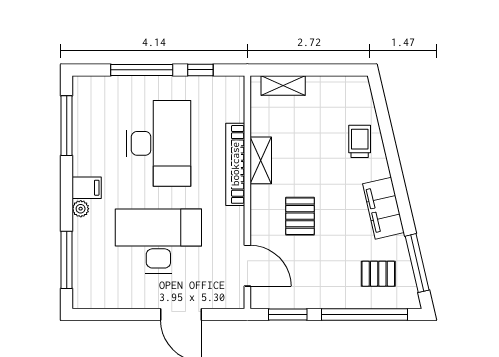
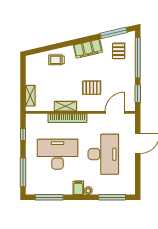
window: (142, 70) -> (23, 172), moved
desk: (158, 241) -> (103, 154), turned 180

